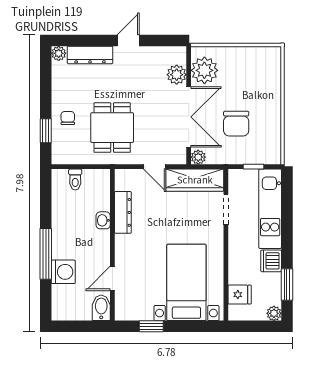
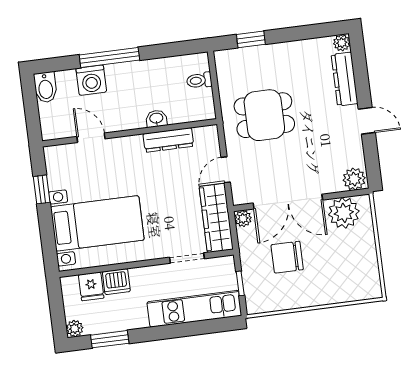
plant: (177, 75) -> (354, 179), moved
chair: (68, 118) -> (269, 63), removed
dishwasher: (271, 261) -> (116, 282), moved, turned 180
bidet: (101, 308) -> (46, 87), moved, turned 90

